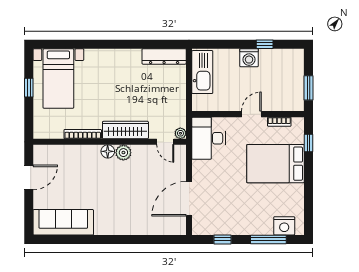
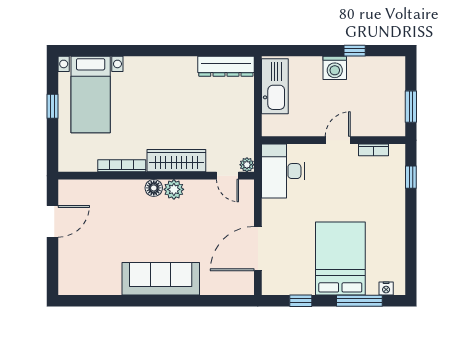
bed: (275, 164) -> (340, 258), moved, turned 90
sofa: (63, 222) -> (161, 279), moved
nightstand: (284, 226) -> (386, 289), width x0.53, depth x0.56

